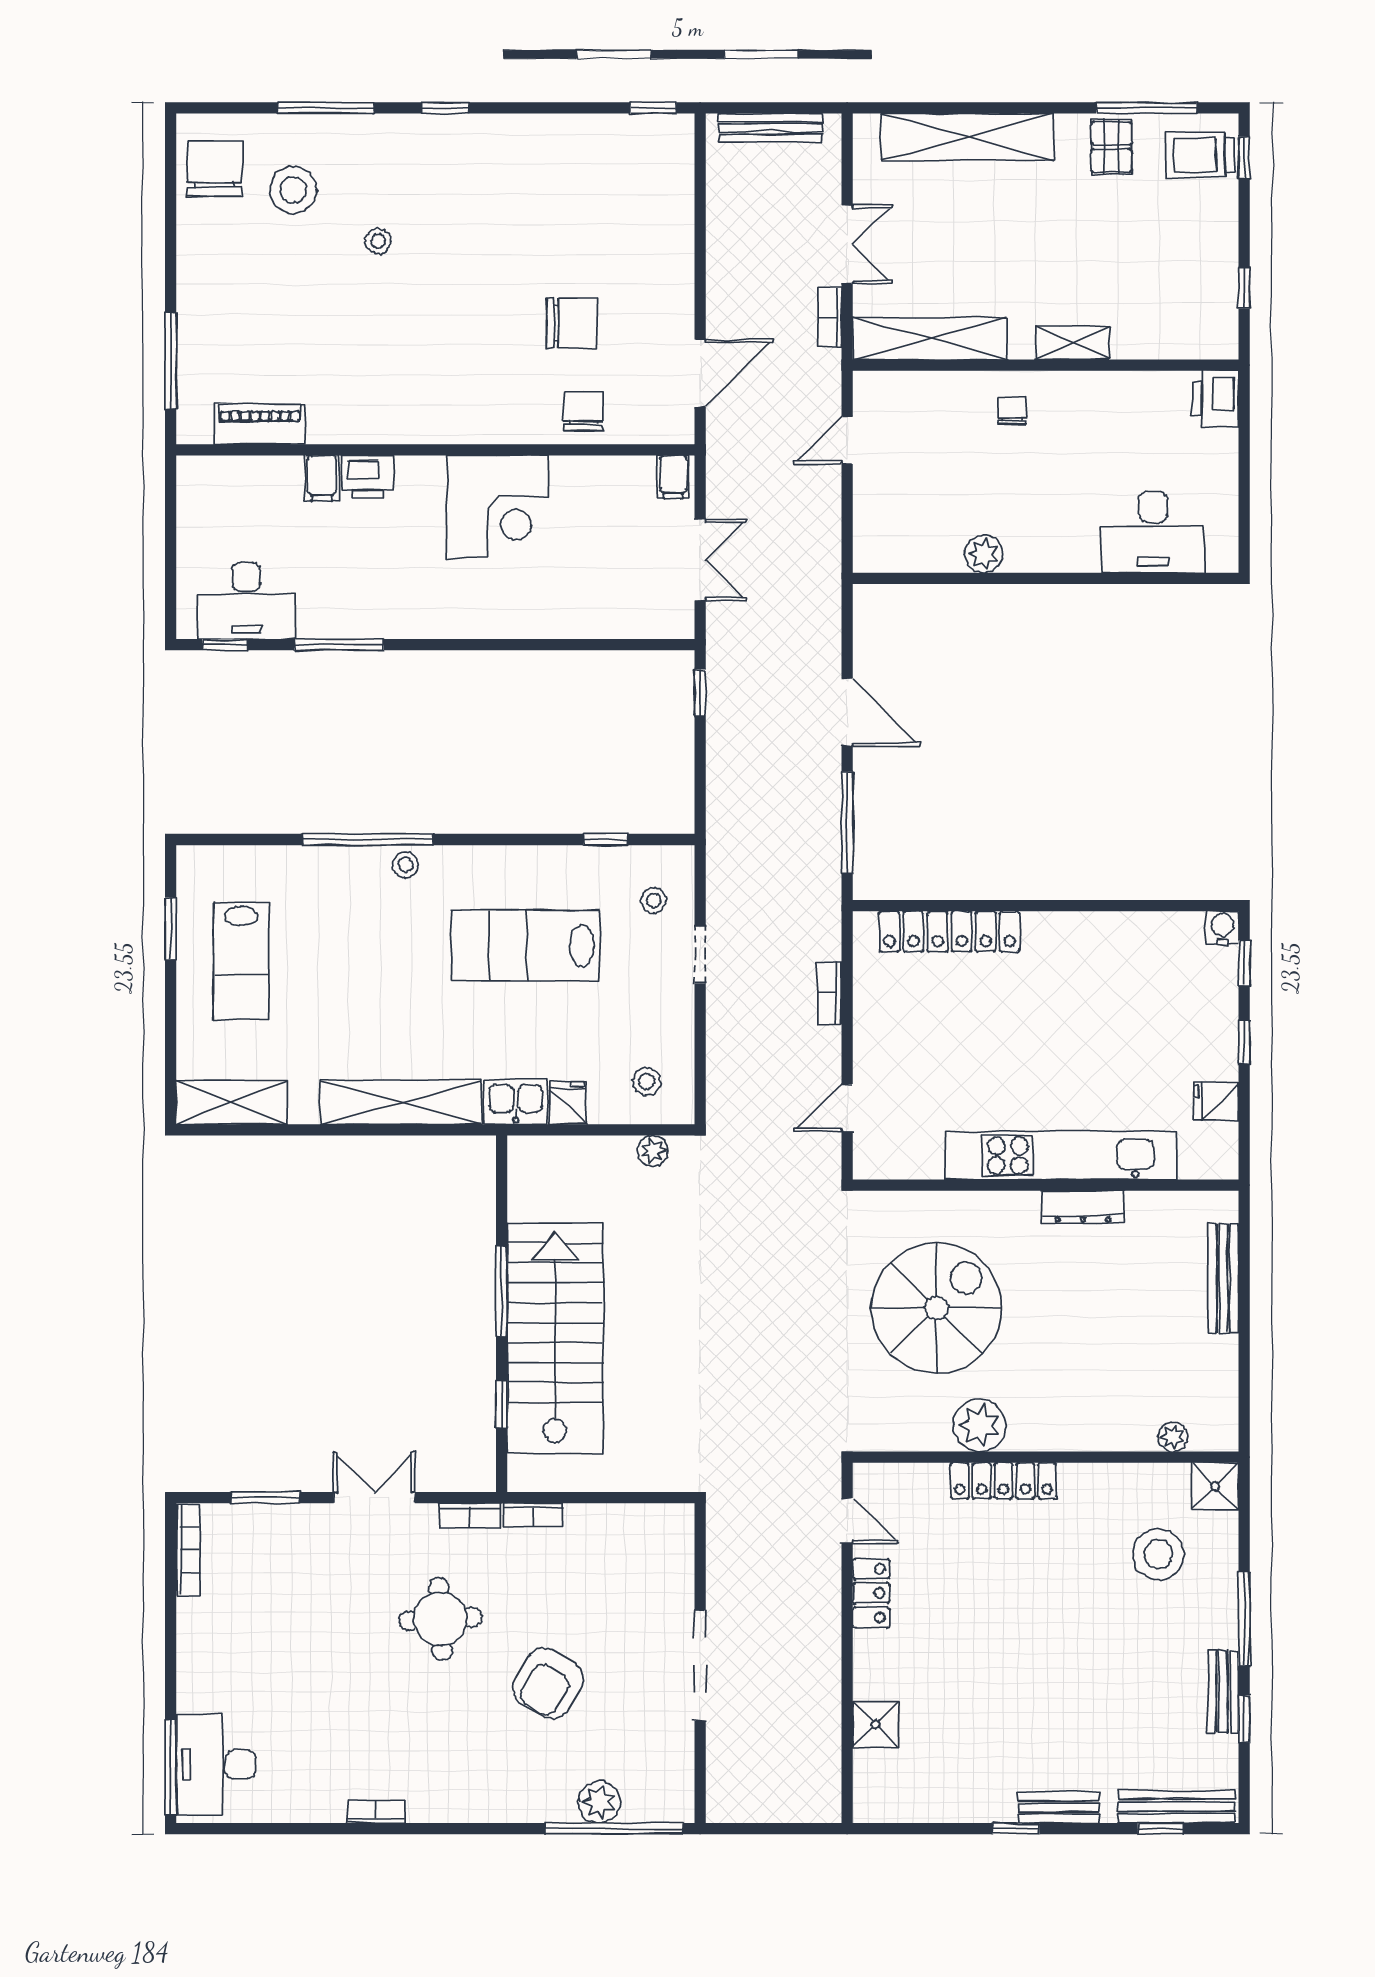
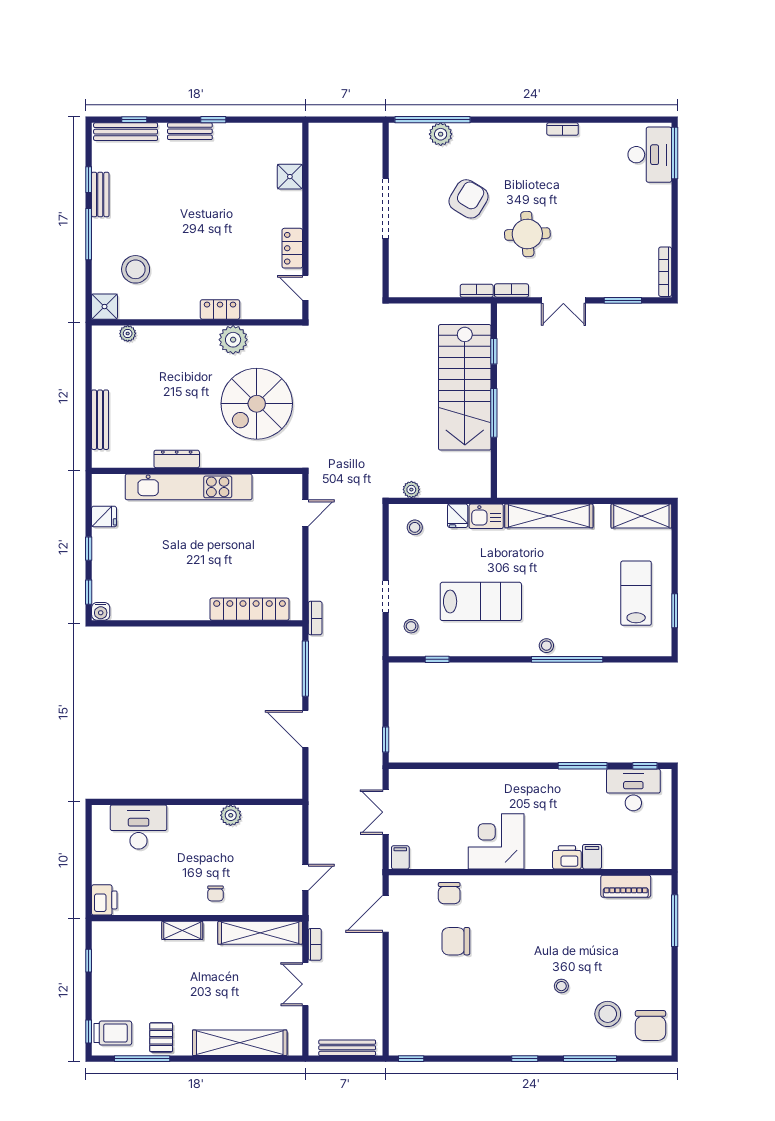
bookcase: (829, 993) -> (315, 618), moved
locker: (1004, 1481) -> (220, 309), width x0.66

